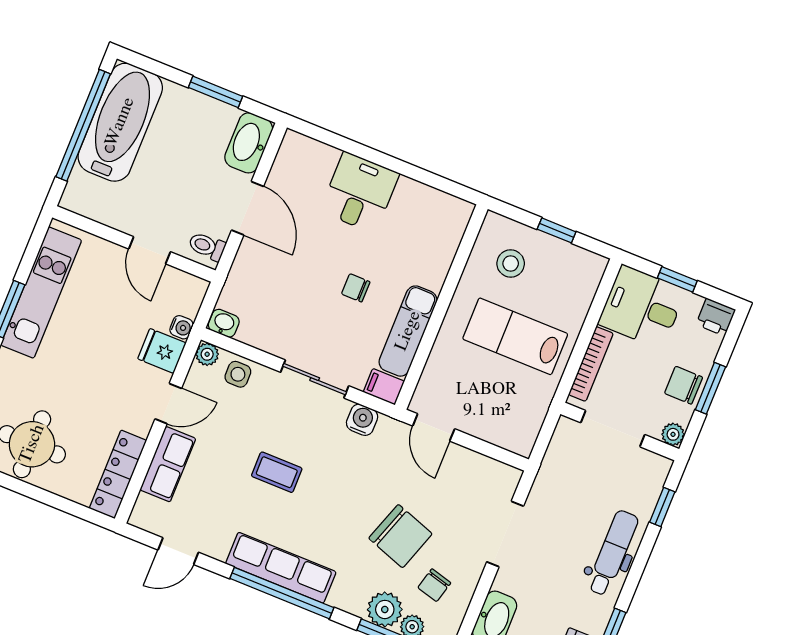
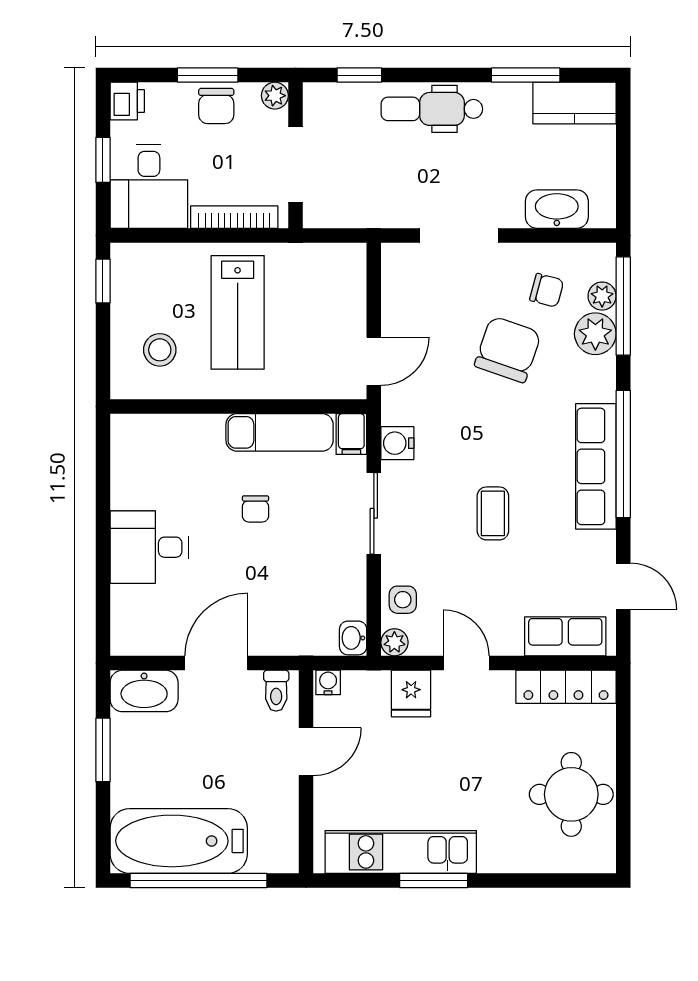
window: (557, 230) -> (103, 281), moved
water cooler: (182, 327) -> (328, 682), moved
row of seats: (168, 464) -> (565, 636), moved

